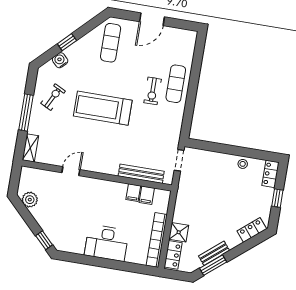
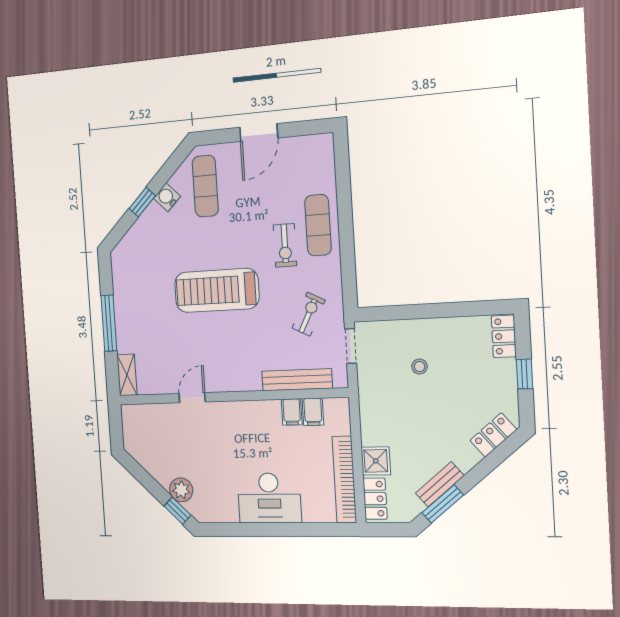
water cooler: (60, 60) -> (167, 197), moved
exercise bike: (53, 97) -> (309, 314), moved
stool: (243, 164) -> (420, 367), moved
plant: (30, 200) -> (181, 490), moved

